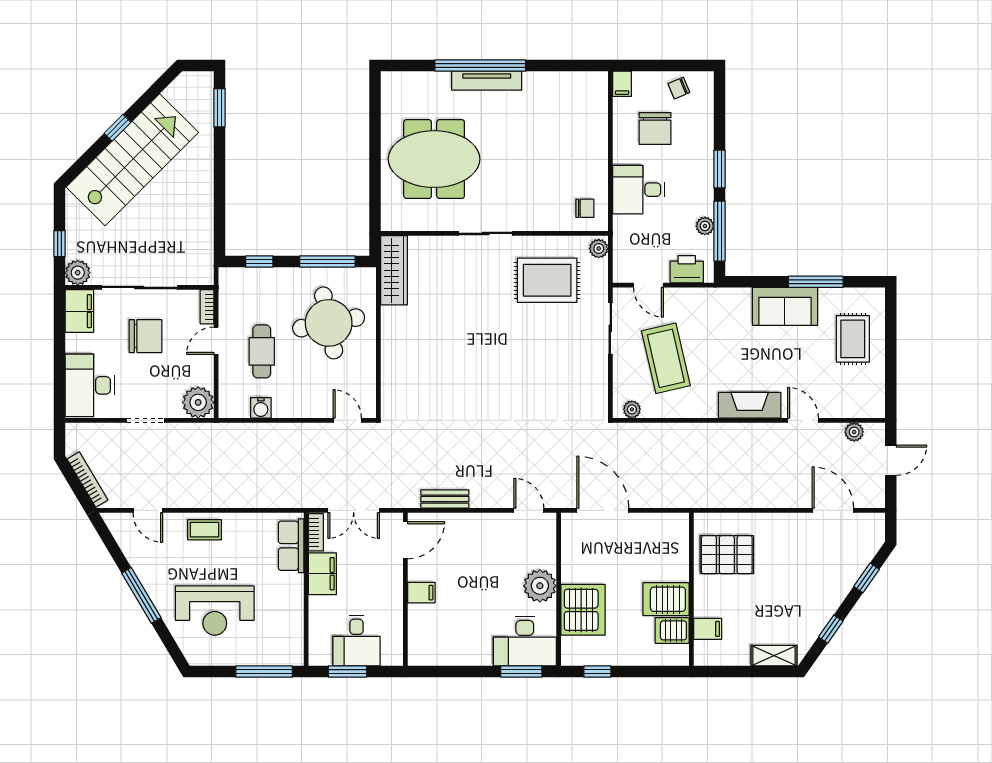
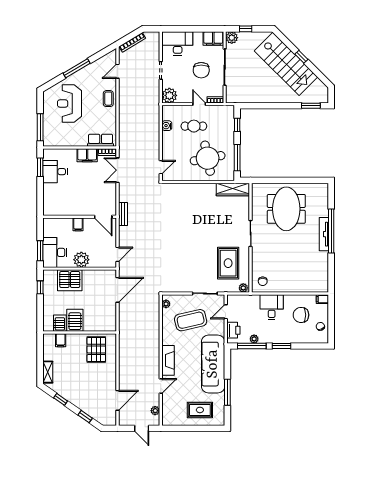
sofa: (785, 306) -> (213, 364), width x1.85, depth x1.27
door: (405, 540) -> (103, 217), moved
wall: (405, 589) -> (80, 217), moved
filing cabinet: (421, 593) -> (78, 224), moved

